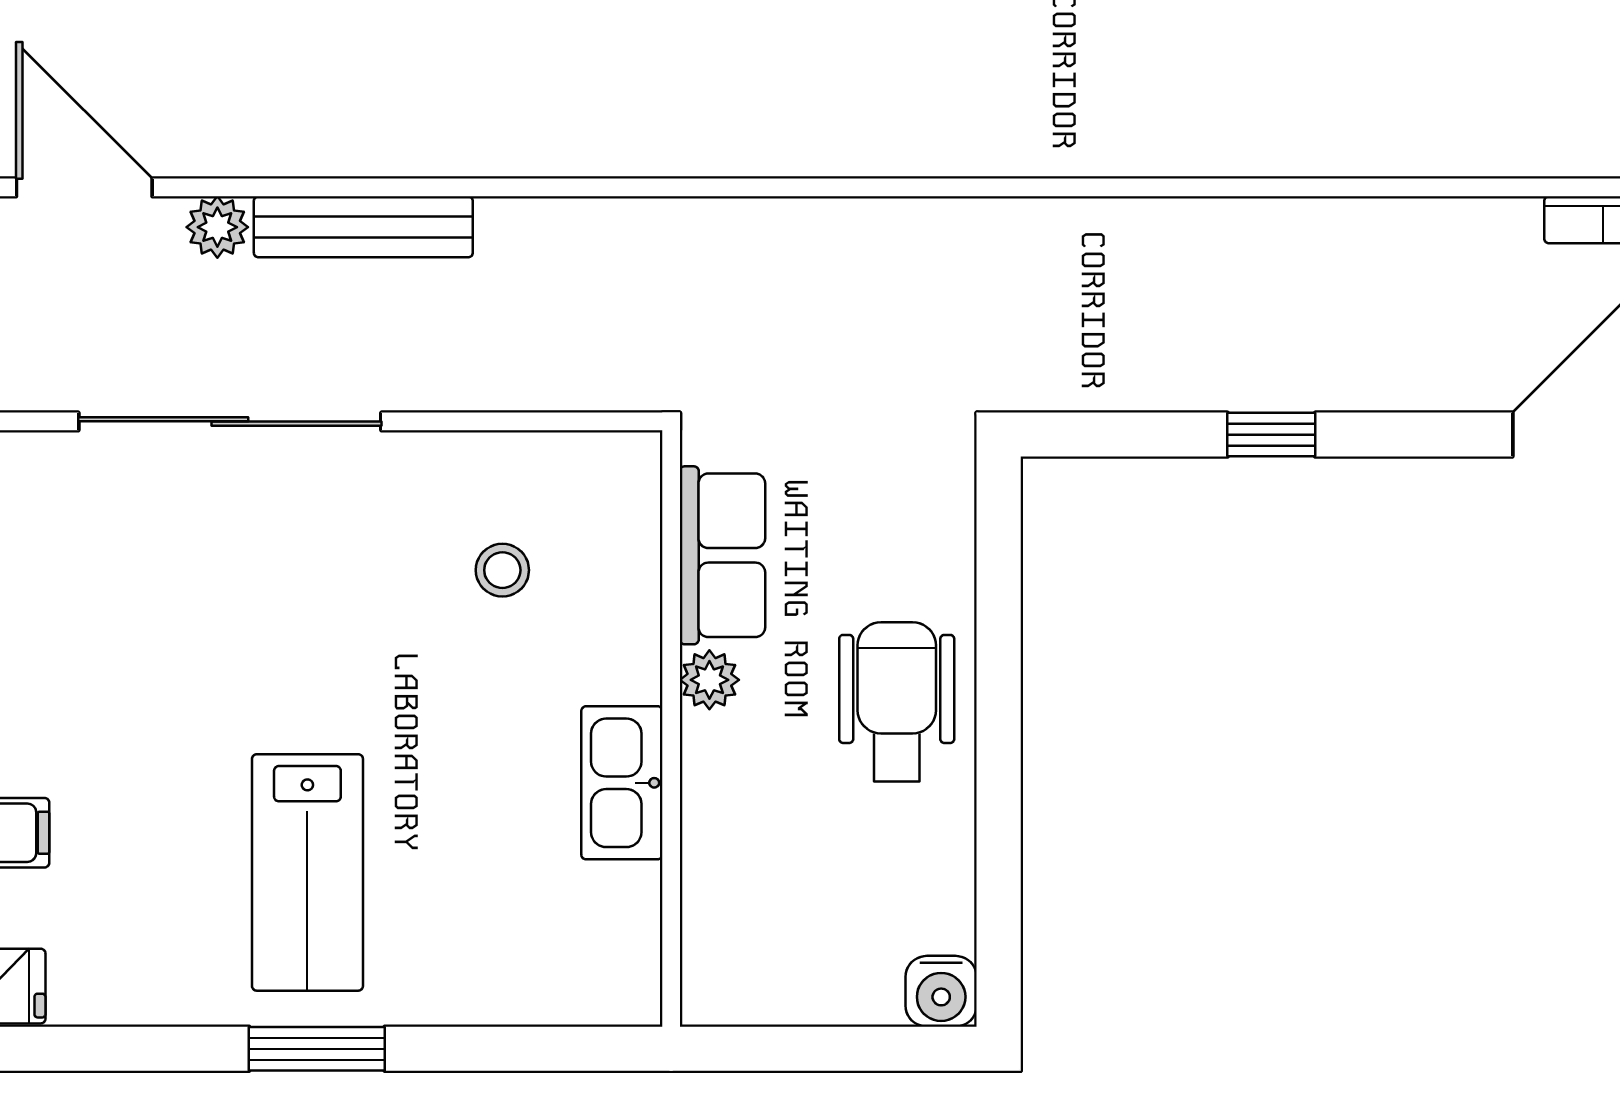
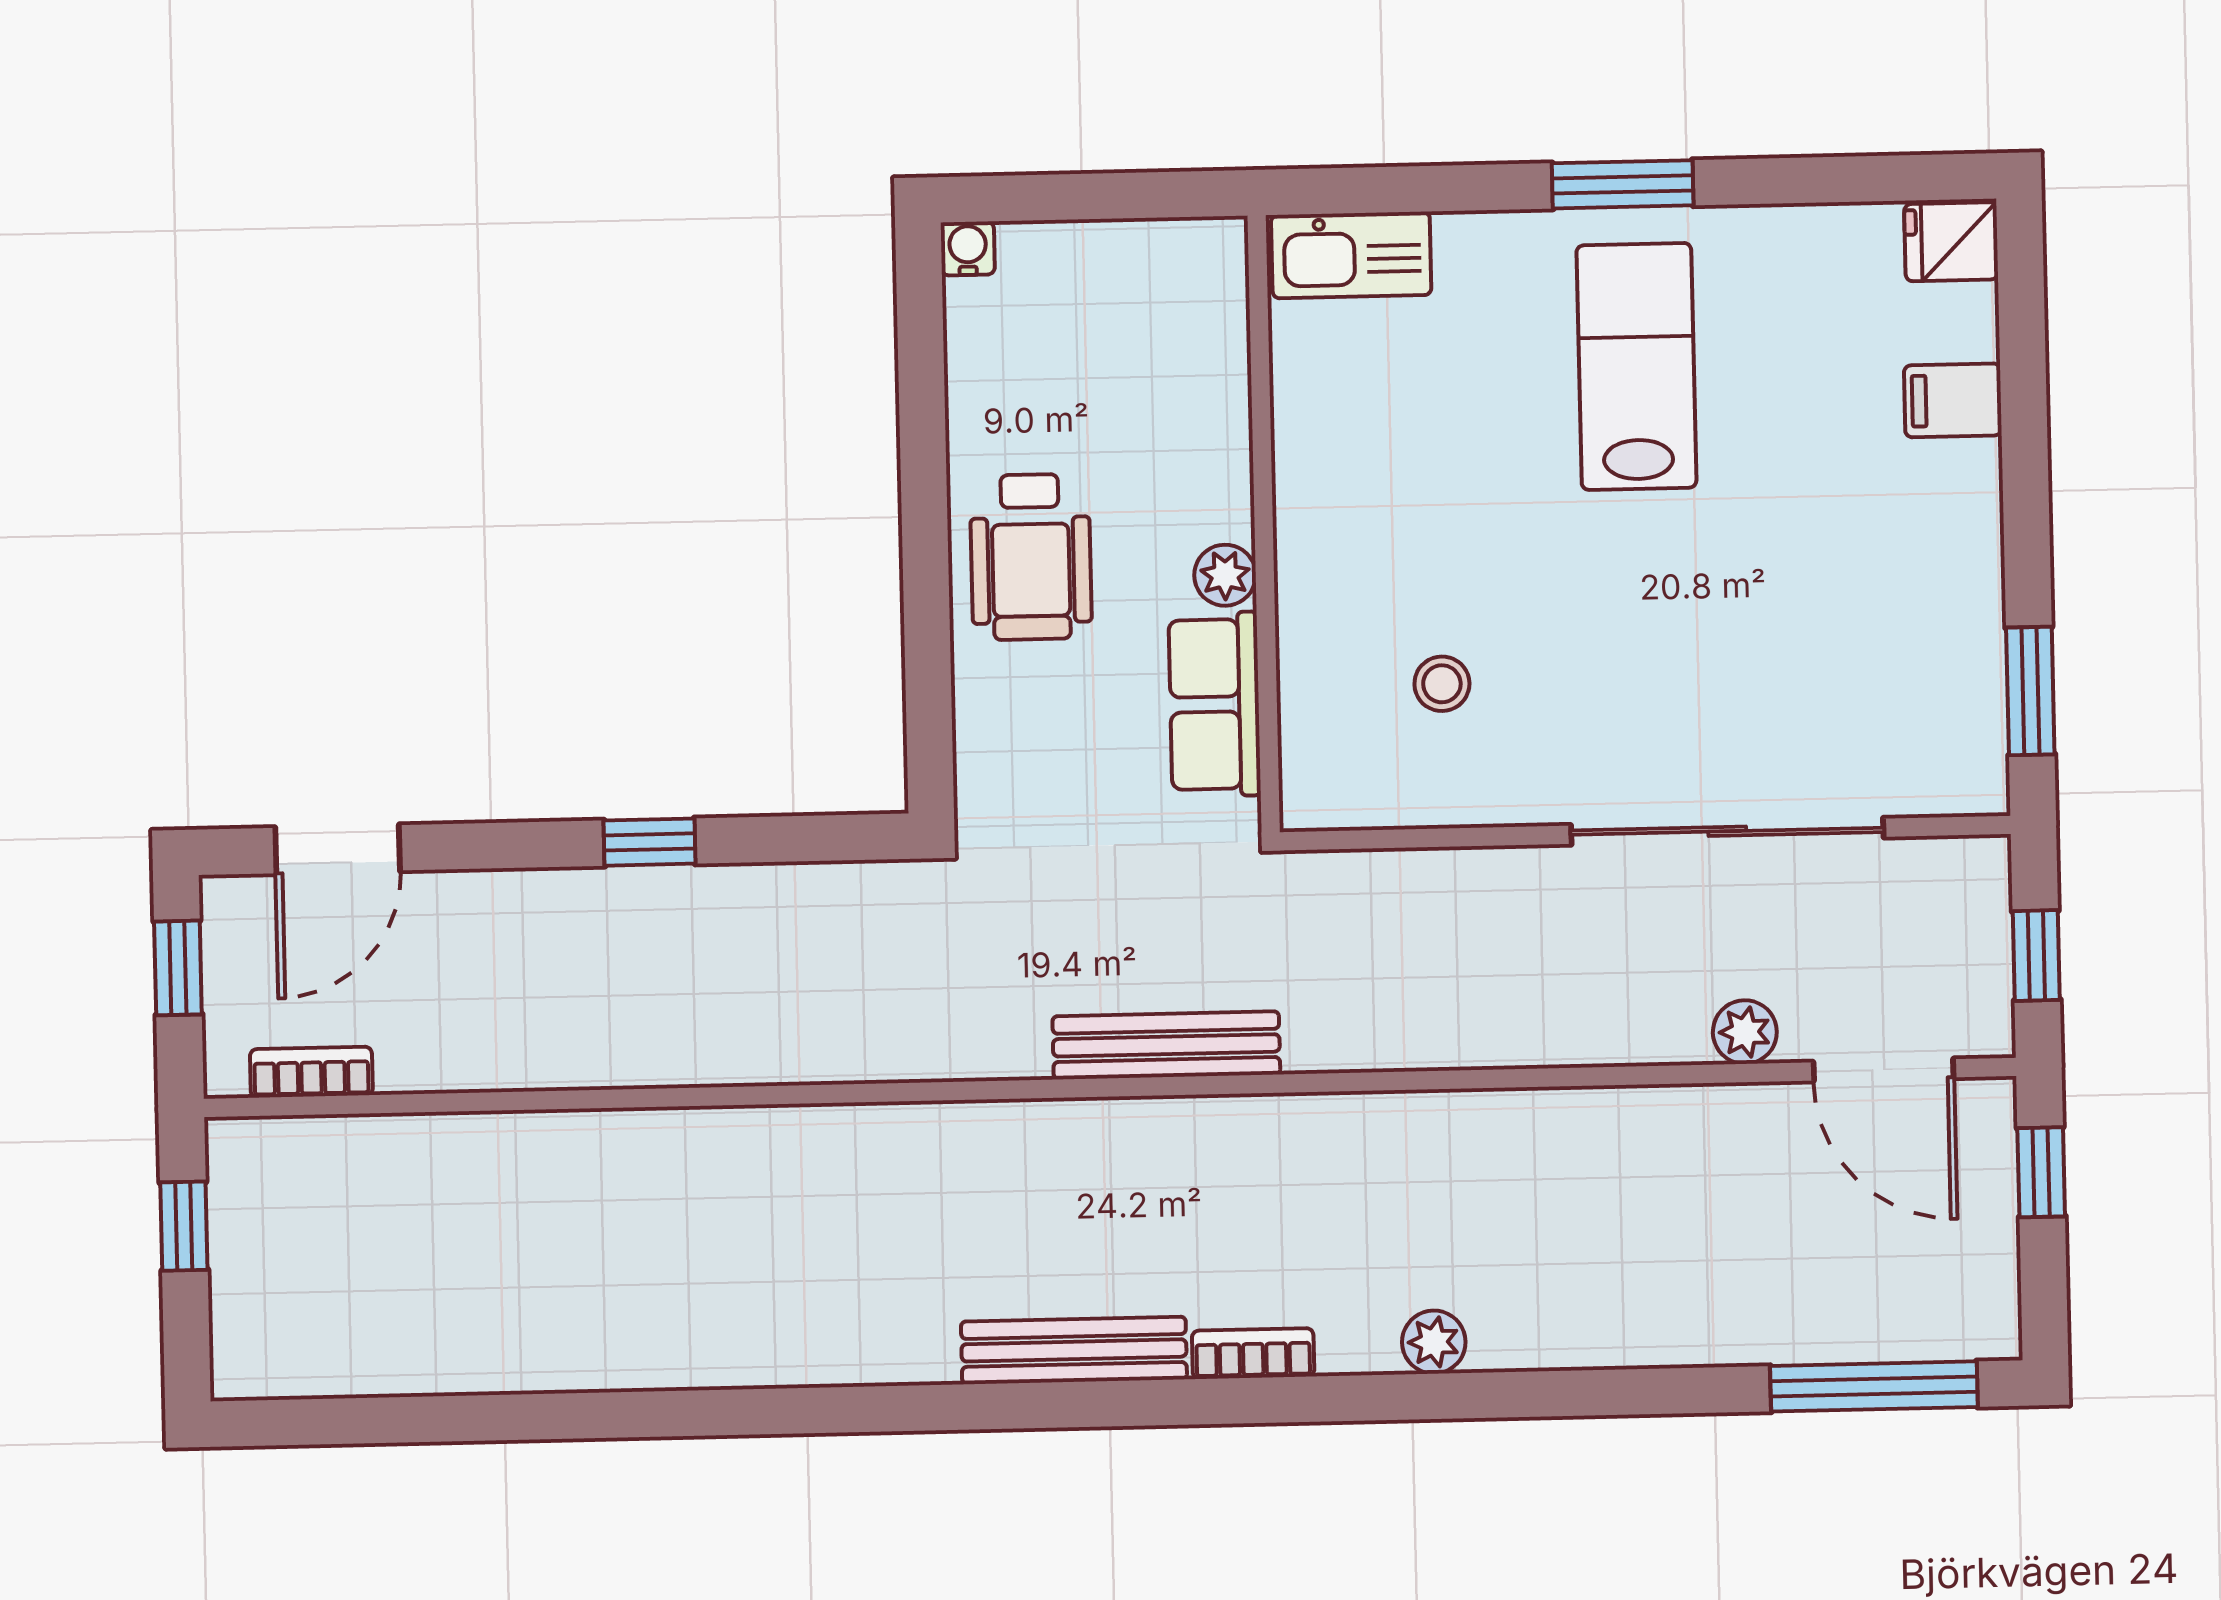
bench: (363, 227) -> (1166, 1045), moved
kitchen sink: (622, 783) -> (1351, 255), moved, turned 90
water cooler: (941, 991) -> (968, 248), width x0.72, depth x0.72

